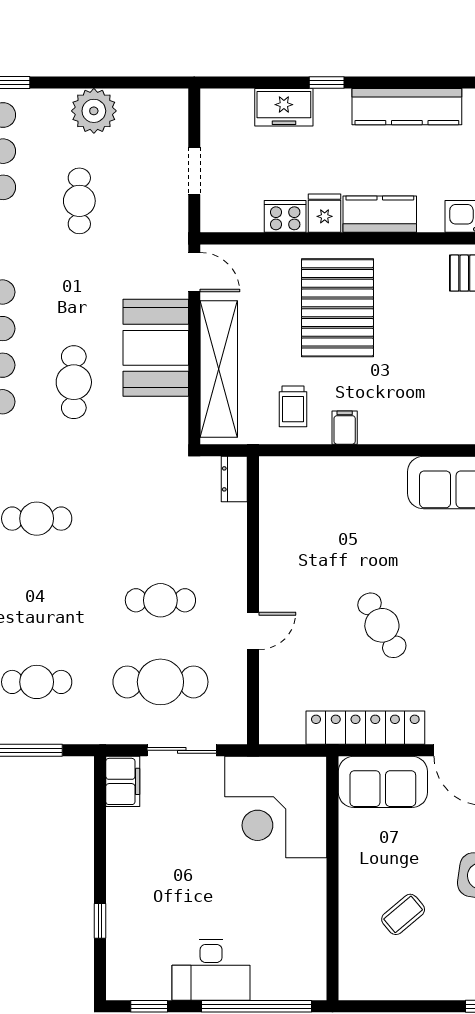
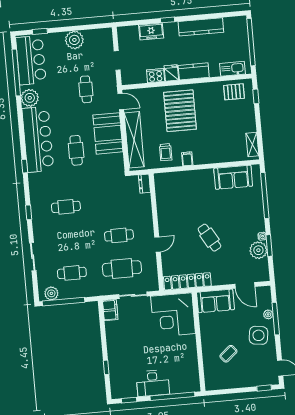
cafe table: (79, 201) -> (86, 89), moved
locker: (365, 728) -> (187, 281), moved

